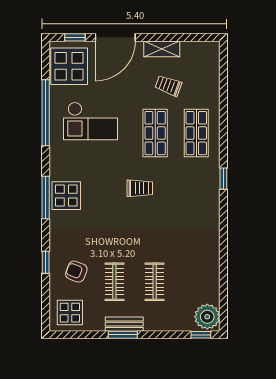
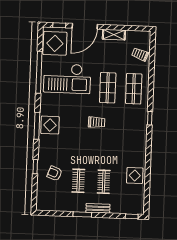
trolley: (168, 86) -> (140, 54), moved
checkout: (90, 121) -> (67, 78), width x1.36, depth x1.21
display table: (70, 313) -> (135, 176), moved
plant: (207, 317) -> (136, 205), removed
bench: (124, 324) -> (98, 208), moved

